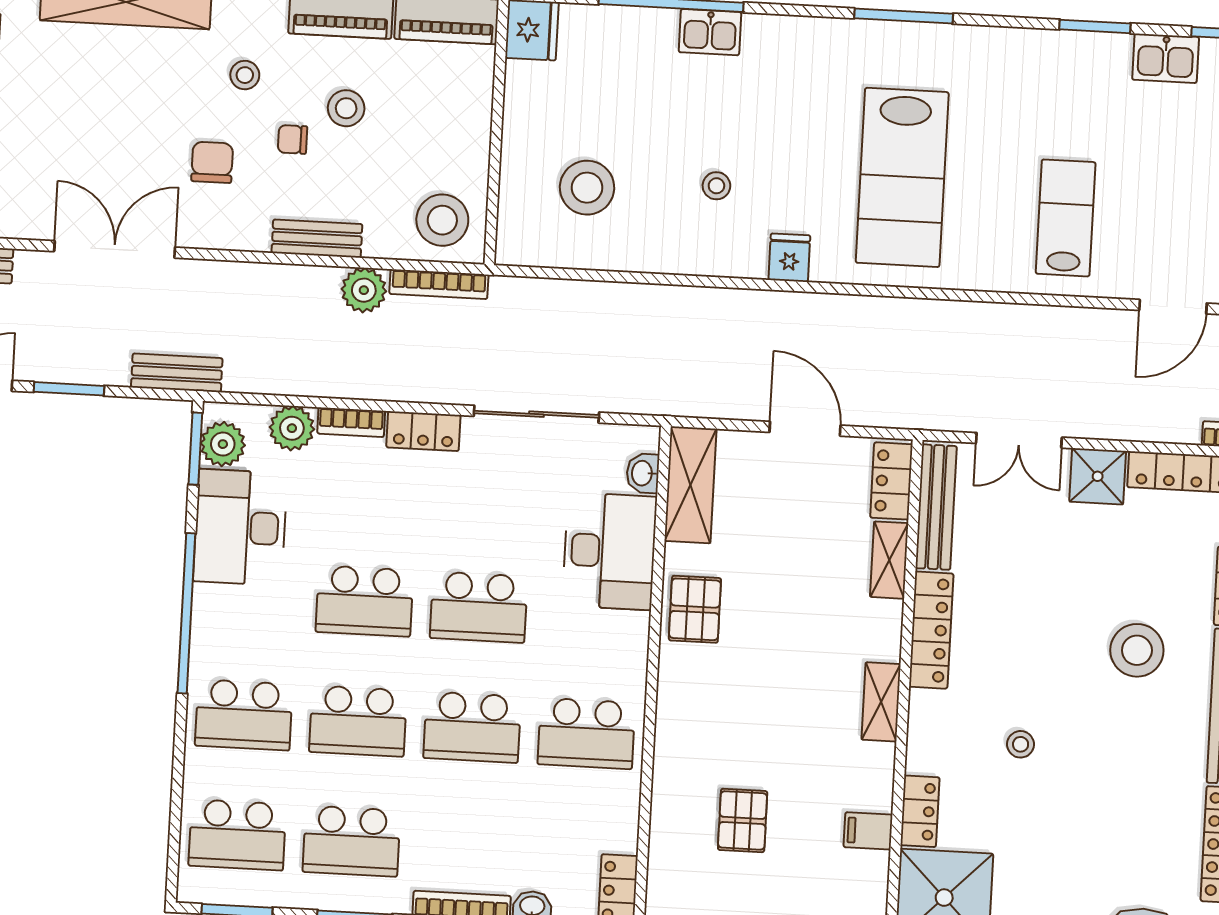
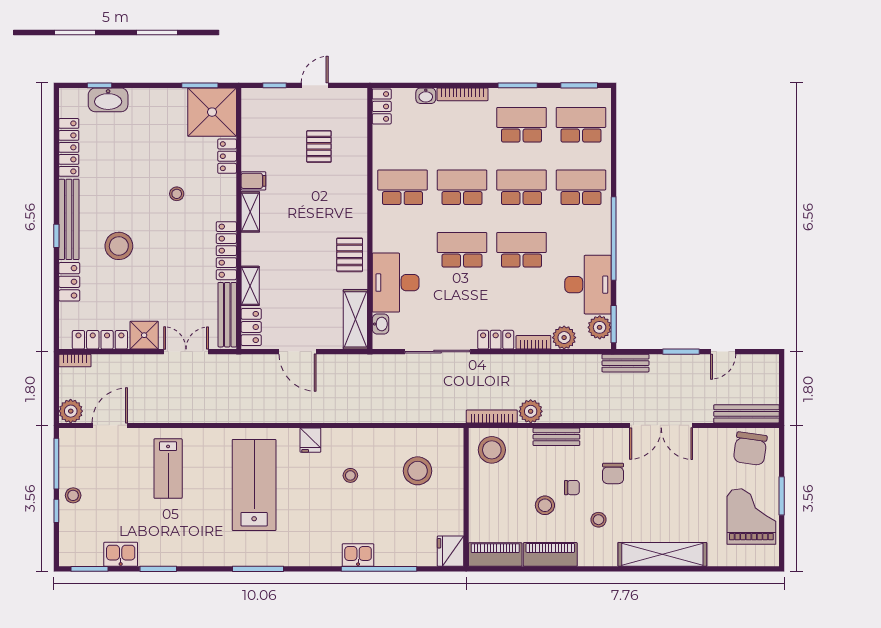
filing cabinet: (868, 831) -> (253, 181), moved

